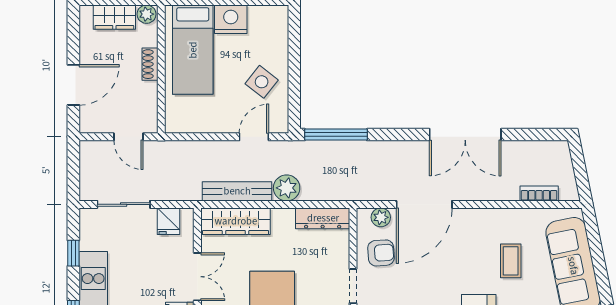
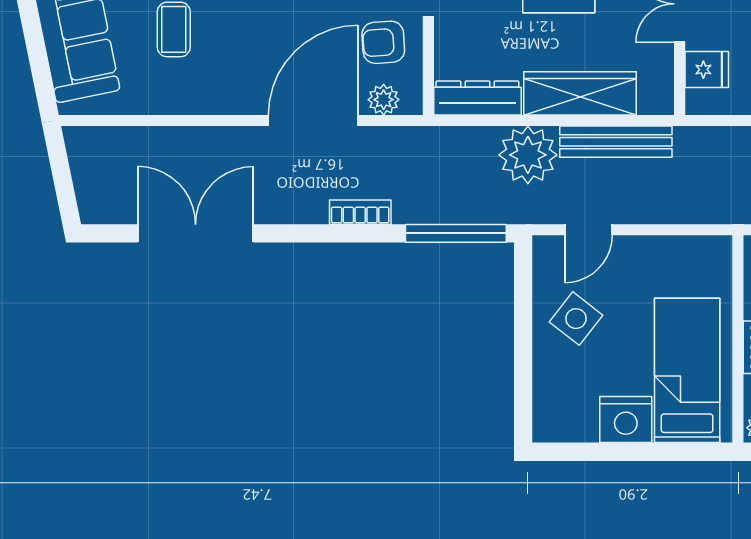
double door: (465, 135) -> (196, 233), moved
plant: (287, 188) -> (528, 155), width x1.36, depth x1.36
bookcase: (539, 193) -> (360, 212), moved, turned 180
fridge: (168, 221) -> (707, 70), moved, turned 90
wardrobe: (236, 221) -> (580, 93), moved

